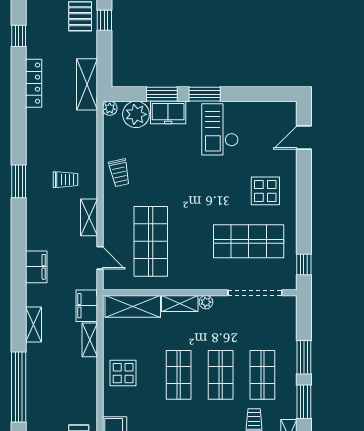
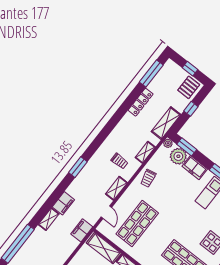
window: (104, 20) -> (191, 109), moved
window: (19, 36) -> (151, 74), width x2.17
window: (162, 94) -> (187, 147), moved
window: (19, 181) -> (78, 167), moved
filing cabinet: (36, 267) -> (63, 203), moved
shelving: (90, 340) -> (145, 152), moved

